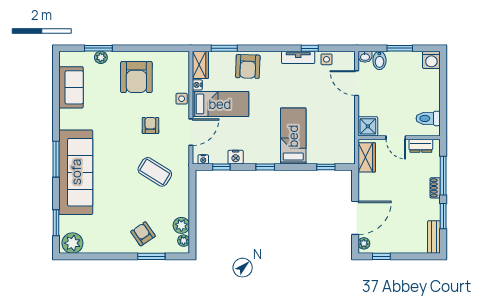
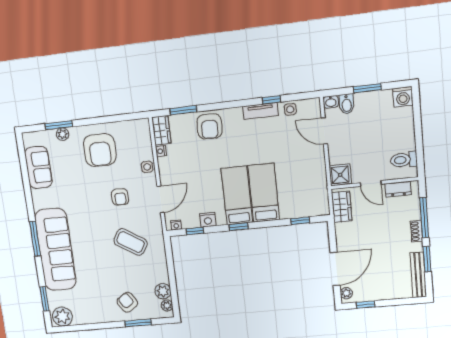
bed: (220, 104) -> (237, 195), moved, turned -90
armchair: (150, 125) -> (120, 197), turned 180
bench: (434, 237) -> (418, 275), width x1.36

